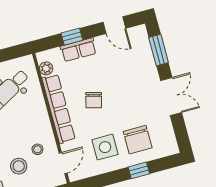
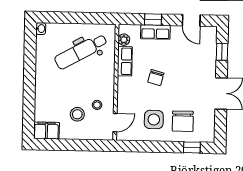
window: (159, 50) -> (222, 52), width x0.67
row of seats: (59, 109) -> (125, 61), width x0.50
window: (139, 170) -> (192, 147), moved

